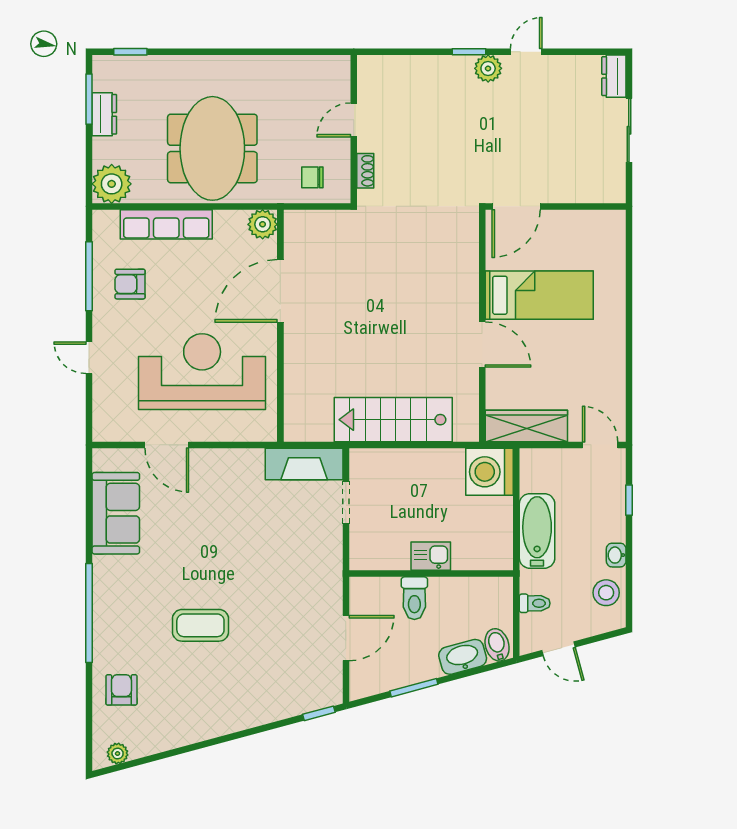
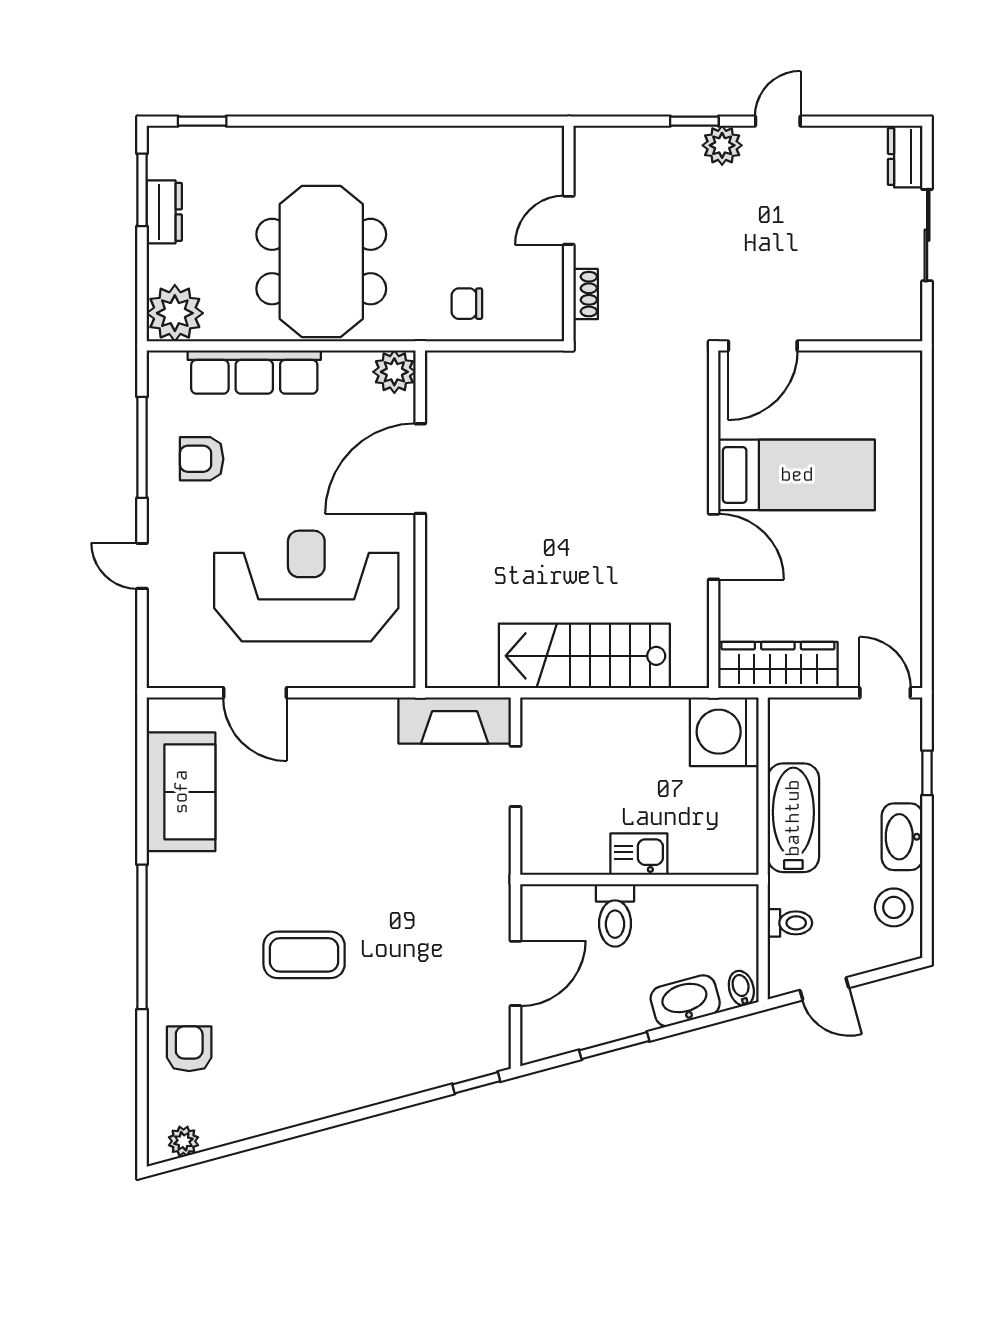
door: (354, 120) -> (569, 220), moved
wall: (354, 129) -> (569, 233), moved
shoe rack: (365, 171) -> (586, 294), moved
washbasin: (616, 555) -> (902, 837), width x1.91, depth x1.45
bidet: (497, 645) -> (741, 988), width x0.72, depth x0.74

